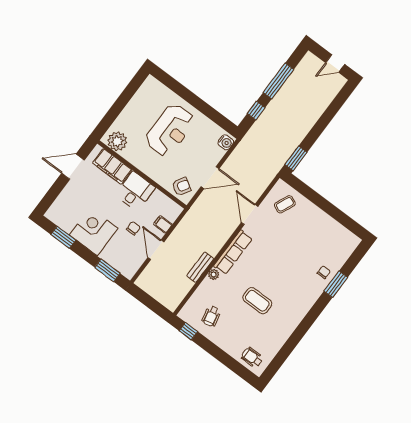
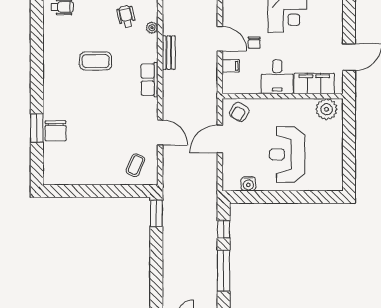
water cooler: (226, 142) -> (248, 184), moved, turned -90
row of seats: (233, 252) -> (150, 80), width x0.68
chair: (324, 272) -> (55, 131), width x1.87, depth x1.87
plant: (214, 274) -> (152, 28), moved

